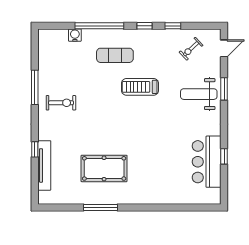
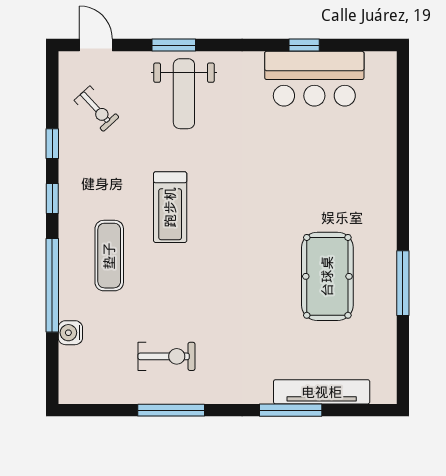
exercise bike: (61, 103) -> (167, 356), moved, turned 90
window: (35, 149) -> (291, 410), width x2.17

